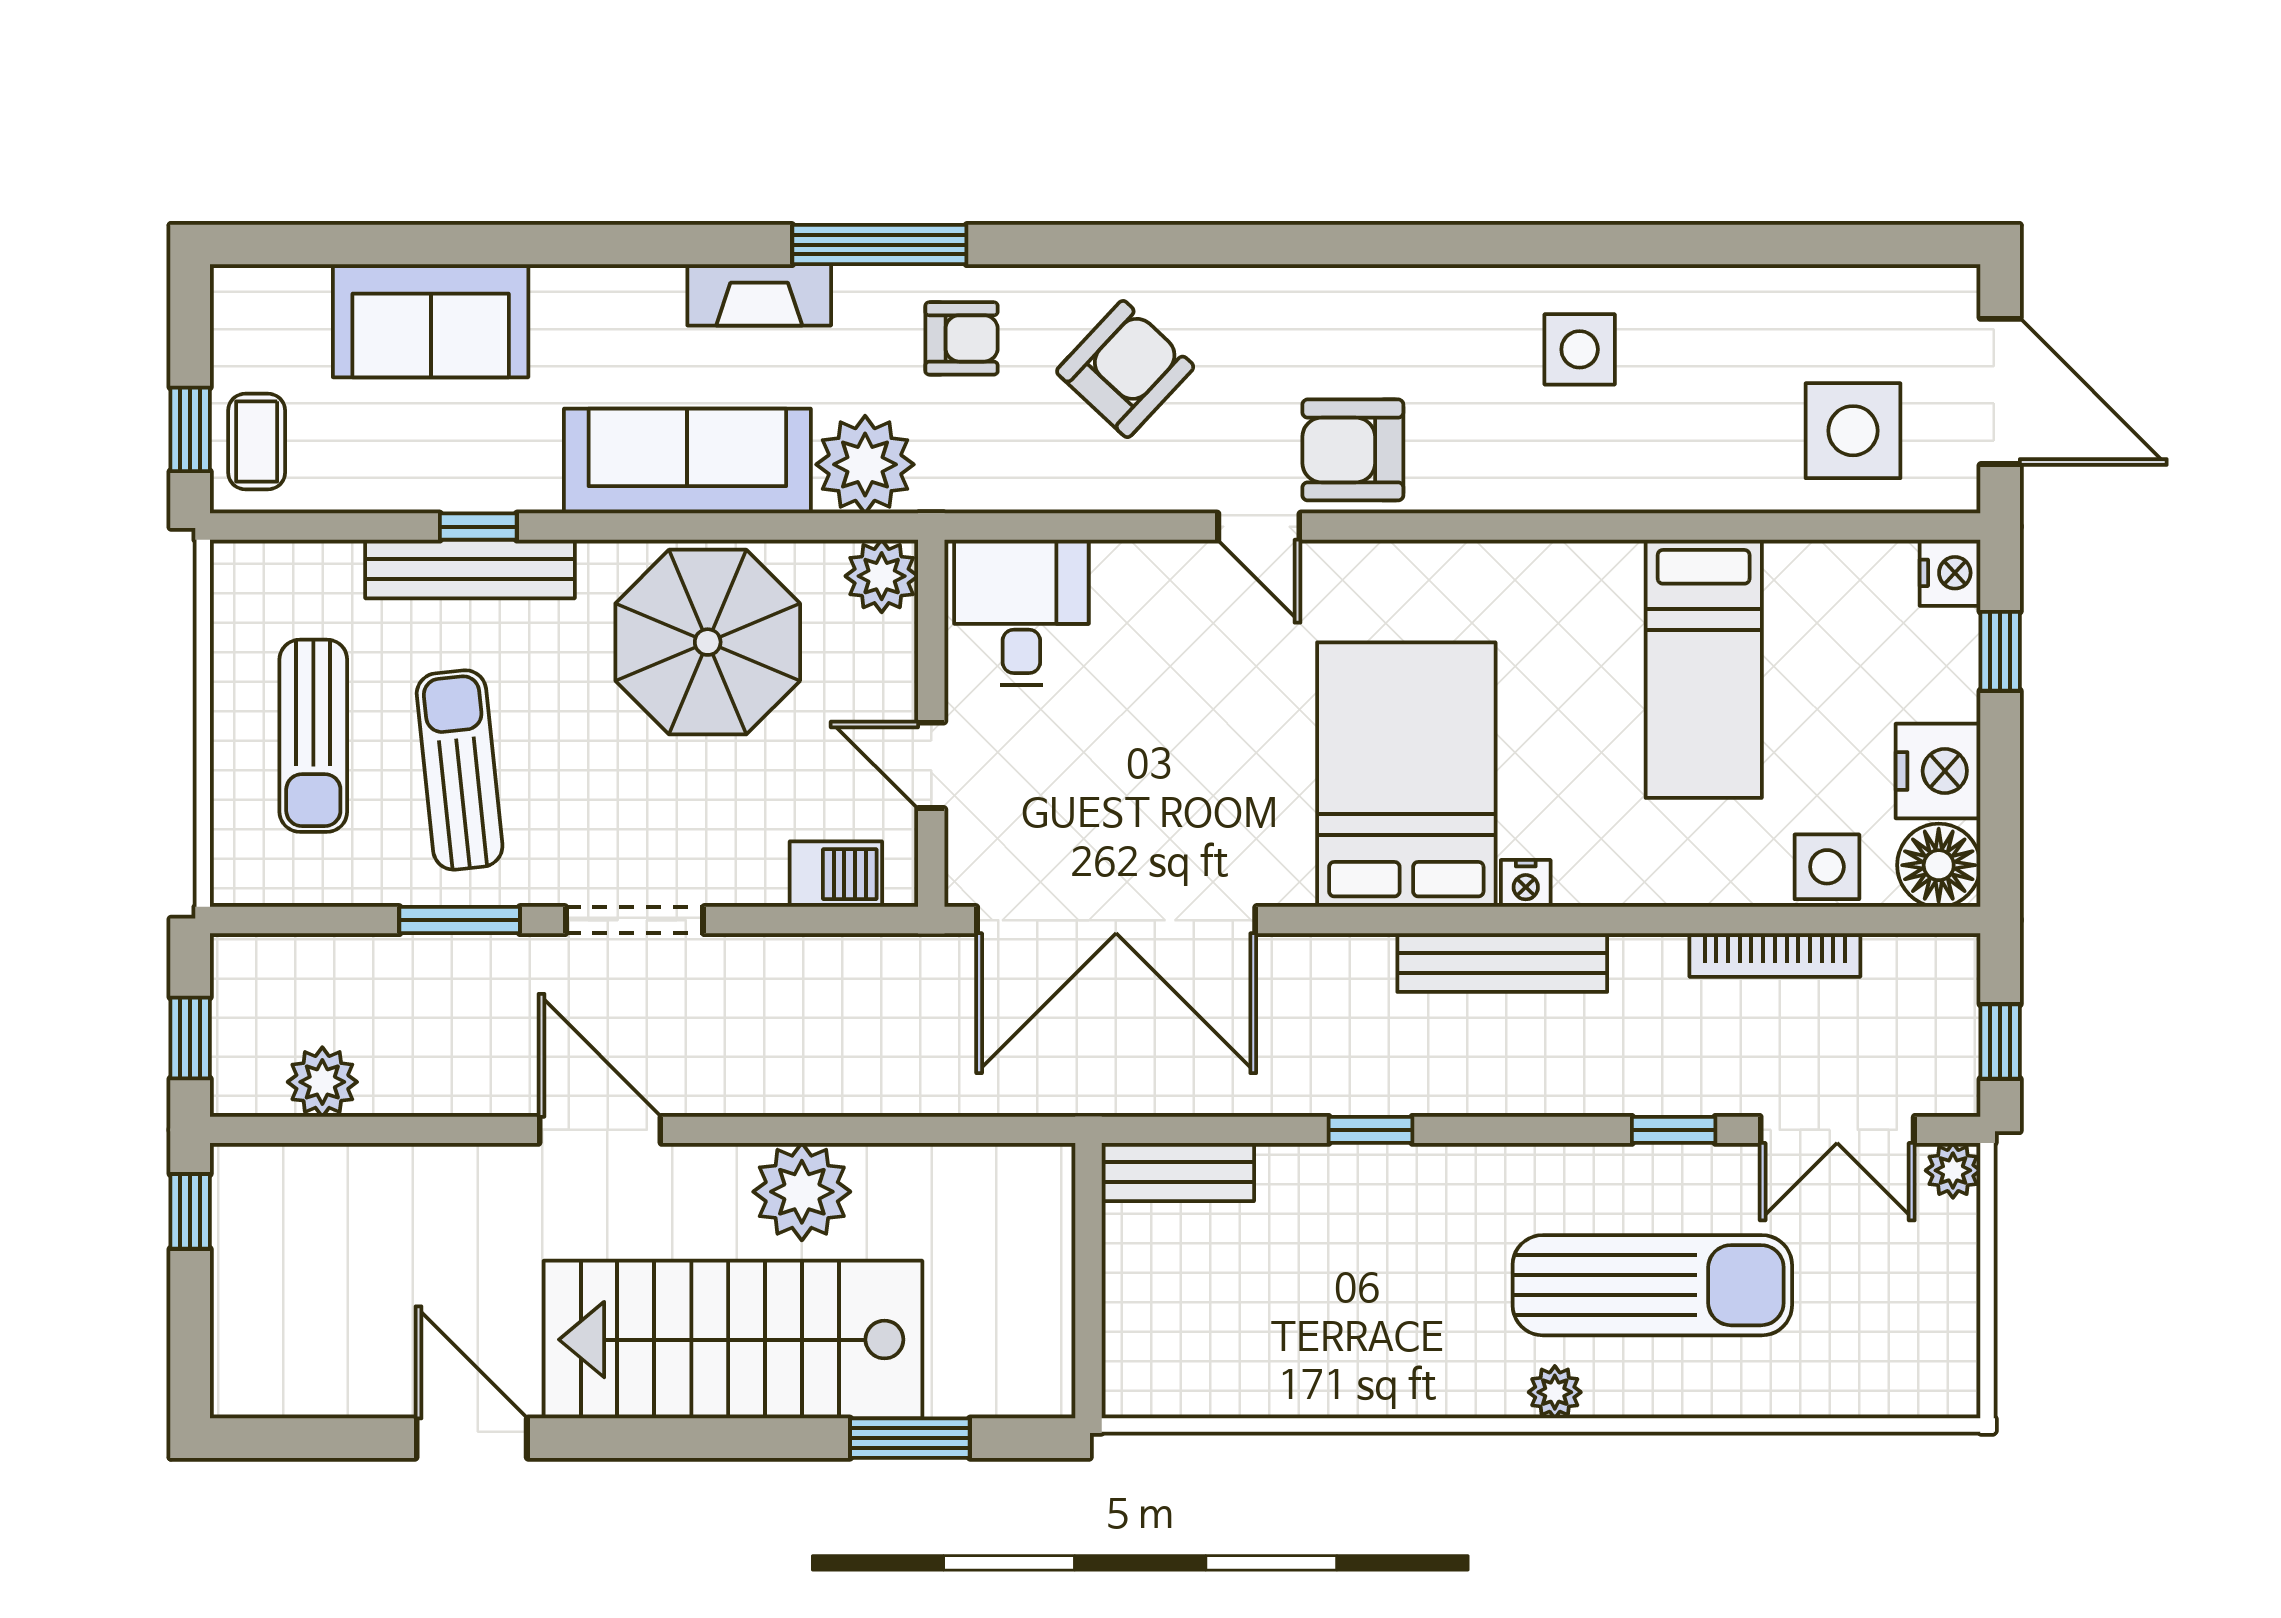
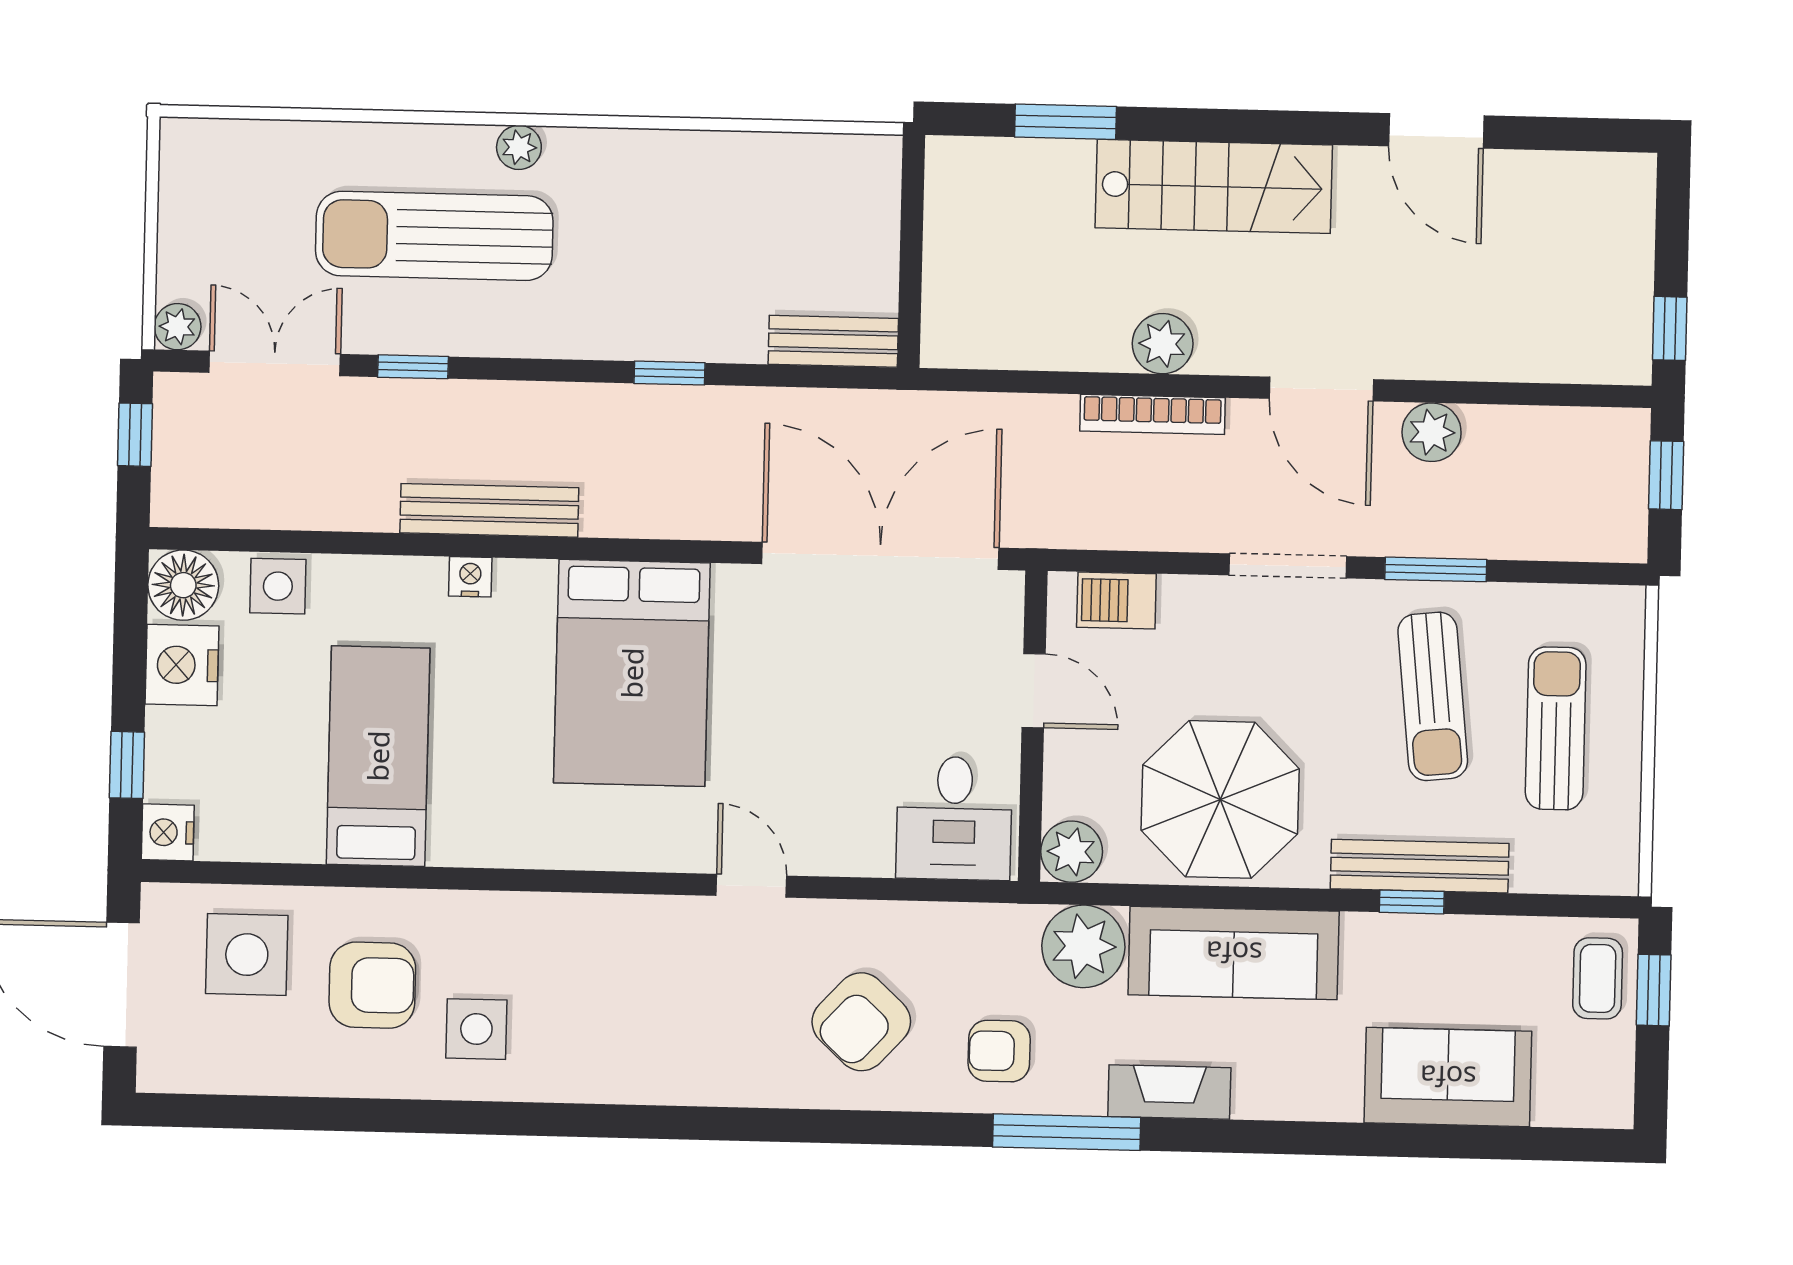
armchair: (1353, 450) -> (372, 985), moved
nightstand: (1526, 883) -> (470, 577), moved
bookcase: (1775, 955) -> (1152, 414), moved, turned 180
bench: (1502, 963) -> (489, 510), moved
plant: (322, 1082) -> (1432, 432), moved
plant: (802, 1192) -> (1163, 344), width x0.73, depth x0.73
stairs: (733, 1340) -> (1214, 186), width x0.73, depth x0.66

